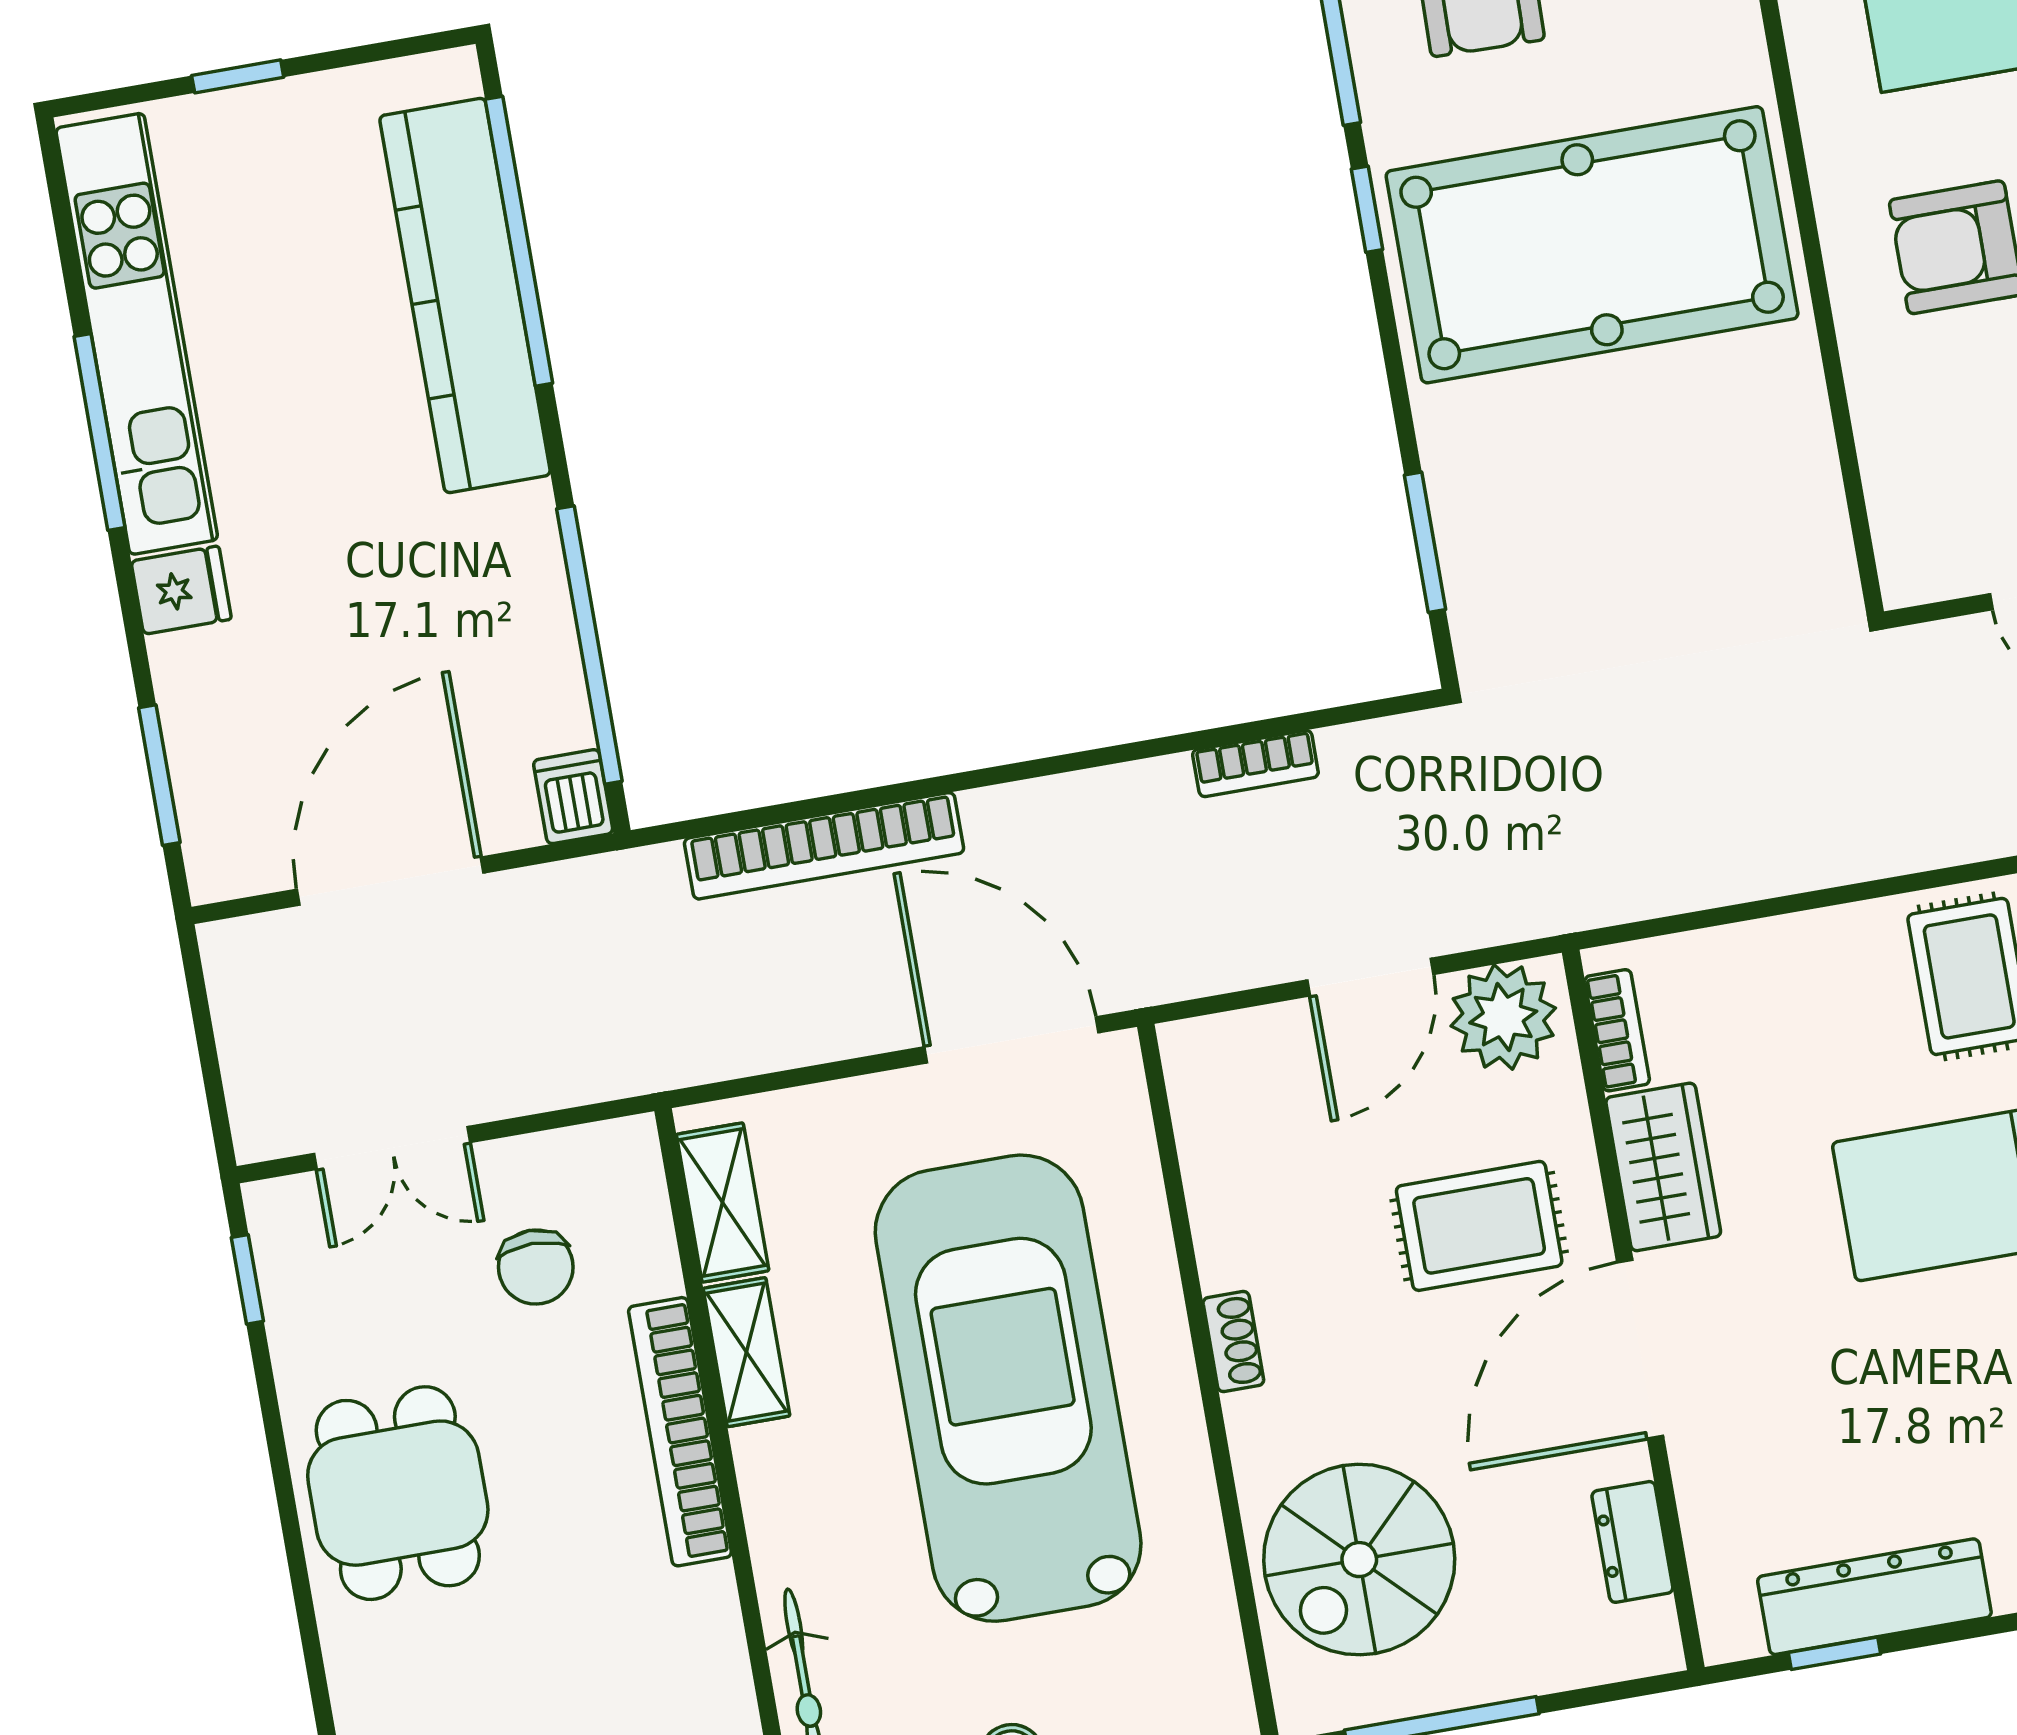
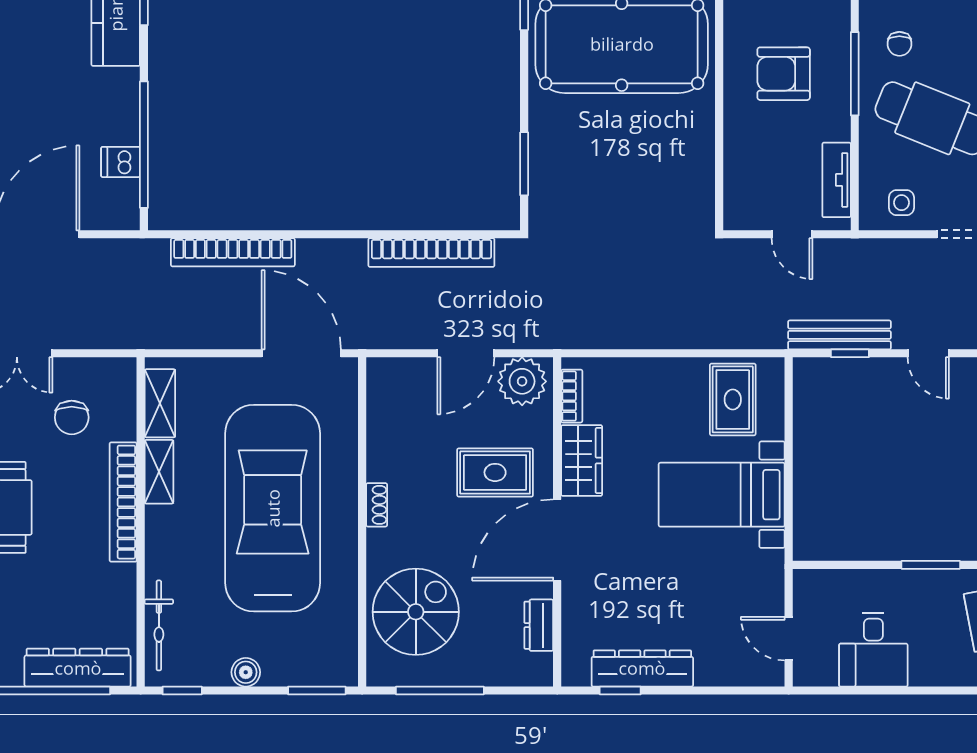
bookcase: (1255, 763) -> (431, 253), width x2.31, depth x1.31
dishwasher: (573, 797) -> (121, 162), moved, turned -90
spiral stairs: (1359, 1560) -> (416, 612), turned 180

